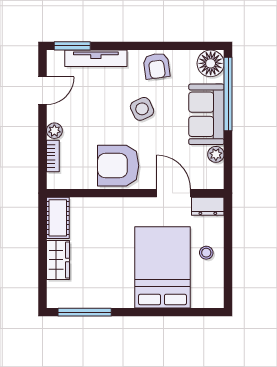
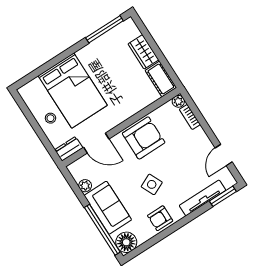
armchair: (157, 66) -> (160, 218), turned -82
plant: (54, 131) -> (178, 101), moved

